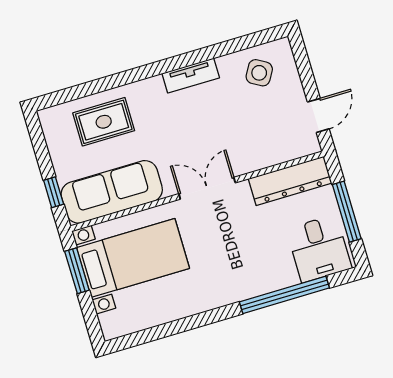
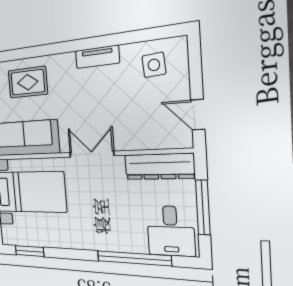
side table: (259, 73) -> (154, 65), turned -34
door: (318, 115) -> (198, 115), swing flipped
window: (147, 336) -> (30, 251), added

